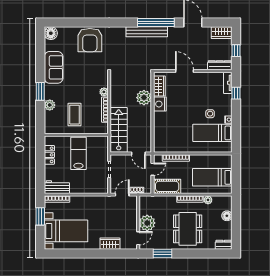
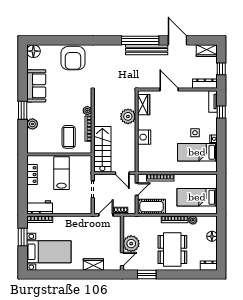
bench: (147, 32) -> (147, 50), moved
nightstand: (160, 104) -> (144, 137), moved
coffee table: (75, 115) -> (69, 137), moved

